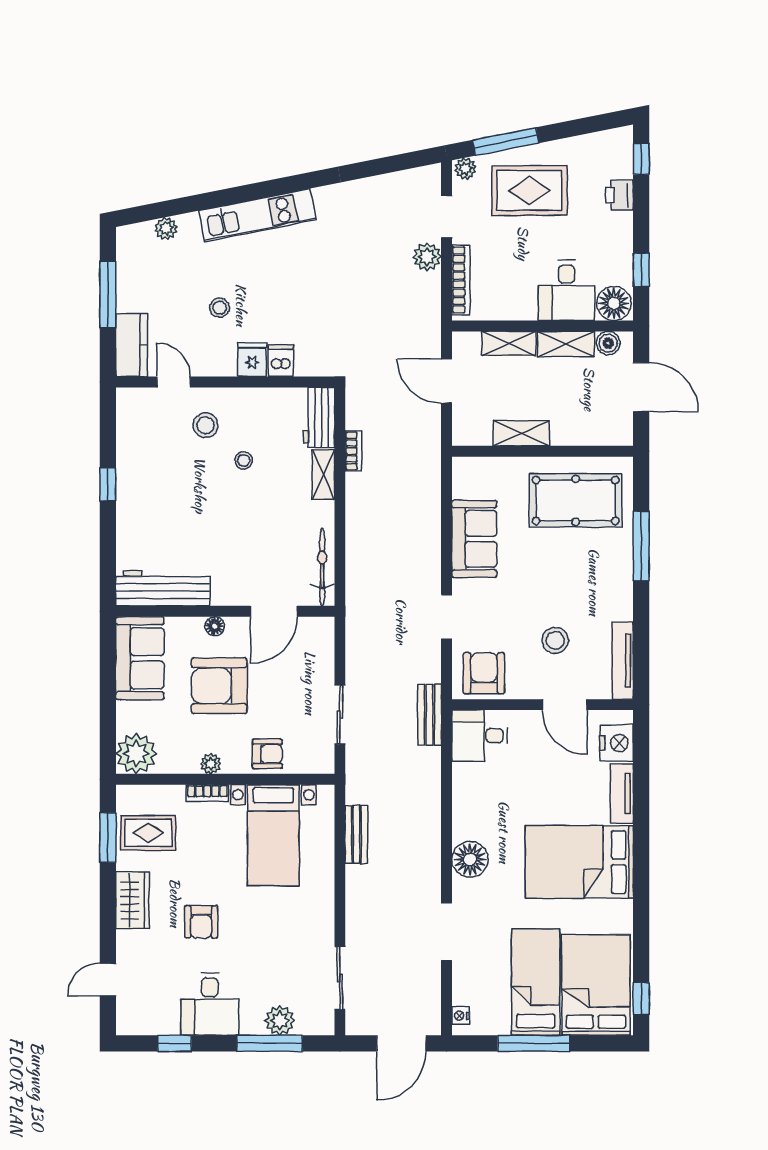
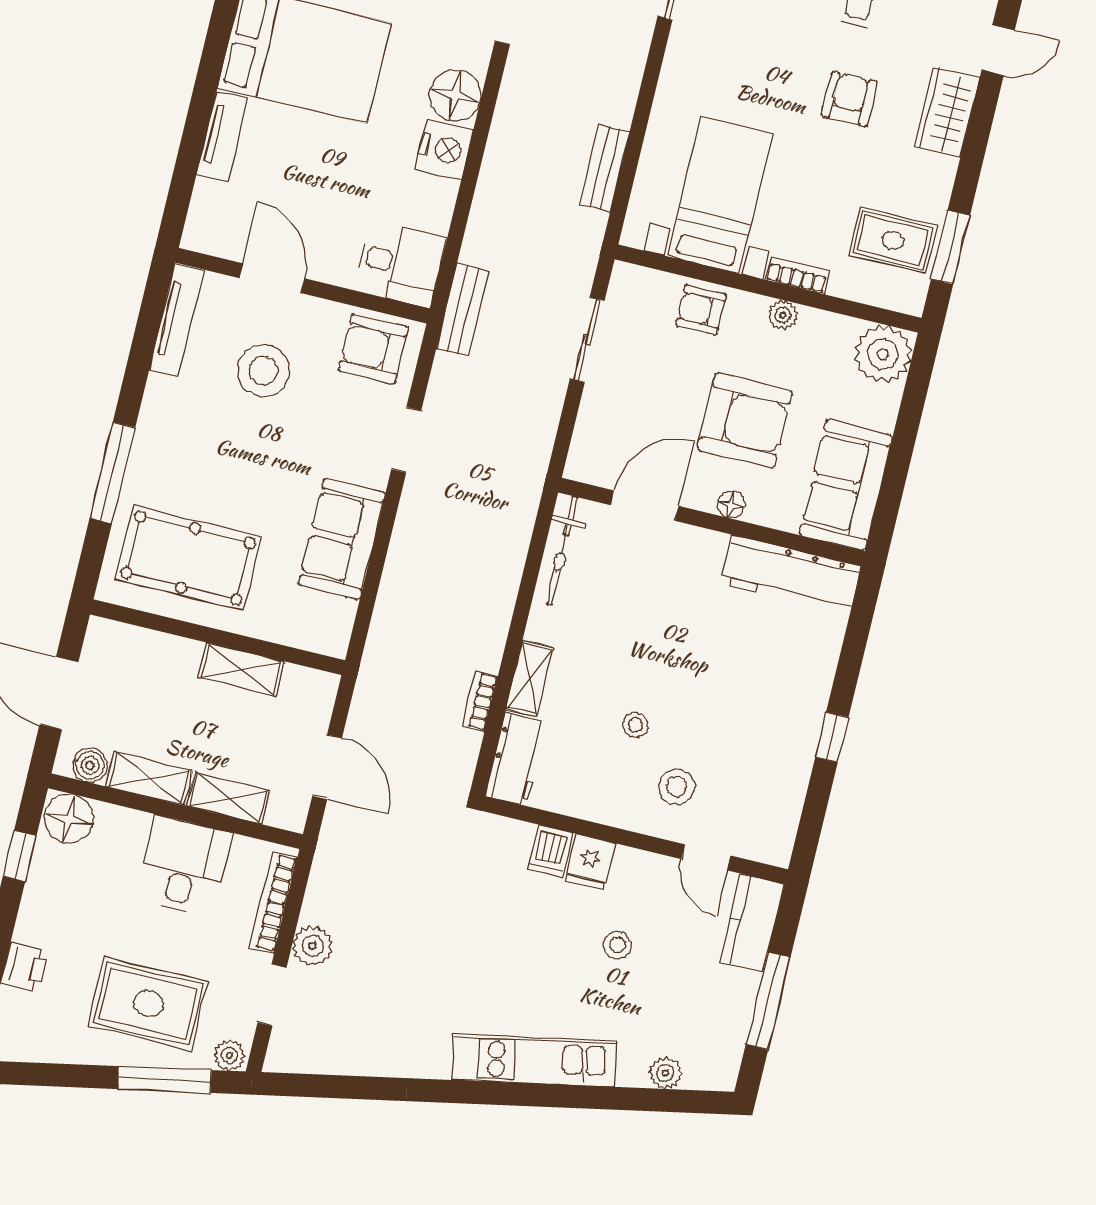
desk: (567, 290) -> (184, 866), moved
stool: (555, 640) -> (264, 371), width x1.38, depth x1.38
armchair: (484, 673) -> (373, 349), turned 90
nightstand: (617, 743) -> (444, 149), moved, turned 180
wardrobe: (132, 900) -> (947, 112), moved

